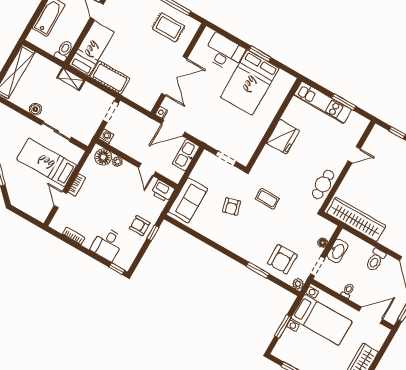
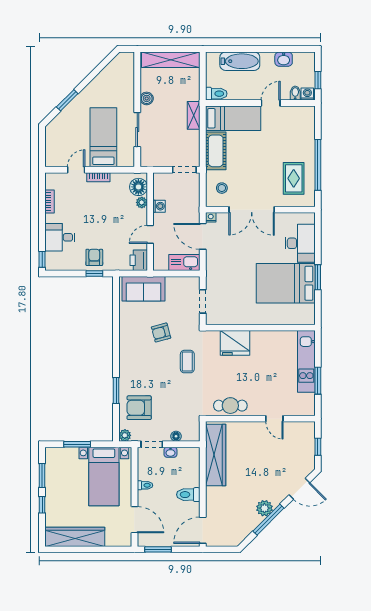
stool: (143, 90) -> (222, 188), added
washing machine: (106, 137) -> (159, 206), moved
fridge: (283, 137) -> (235, 343), moved
washbasin: (338, 251) -> (170, 452), width x0.52, depth x0.69

